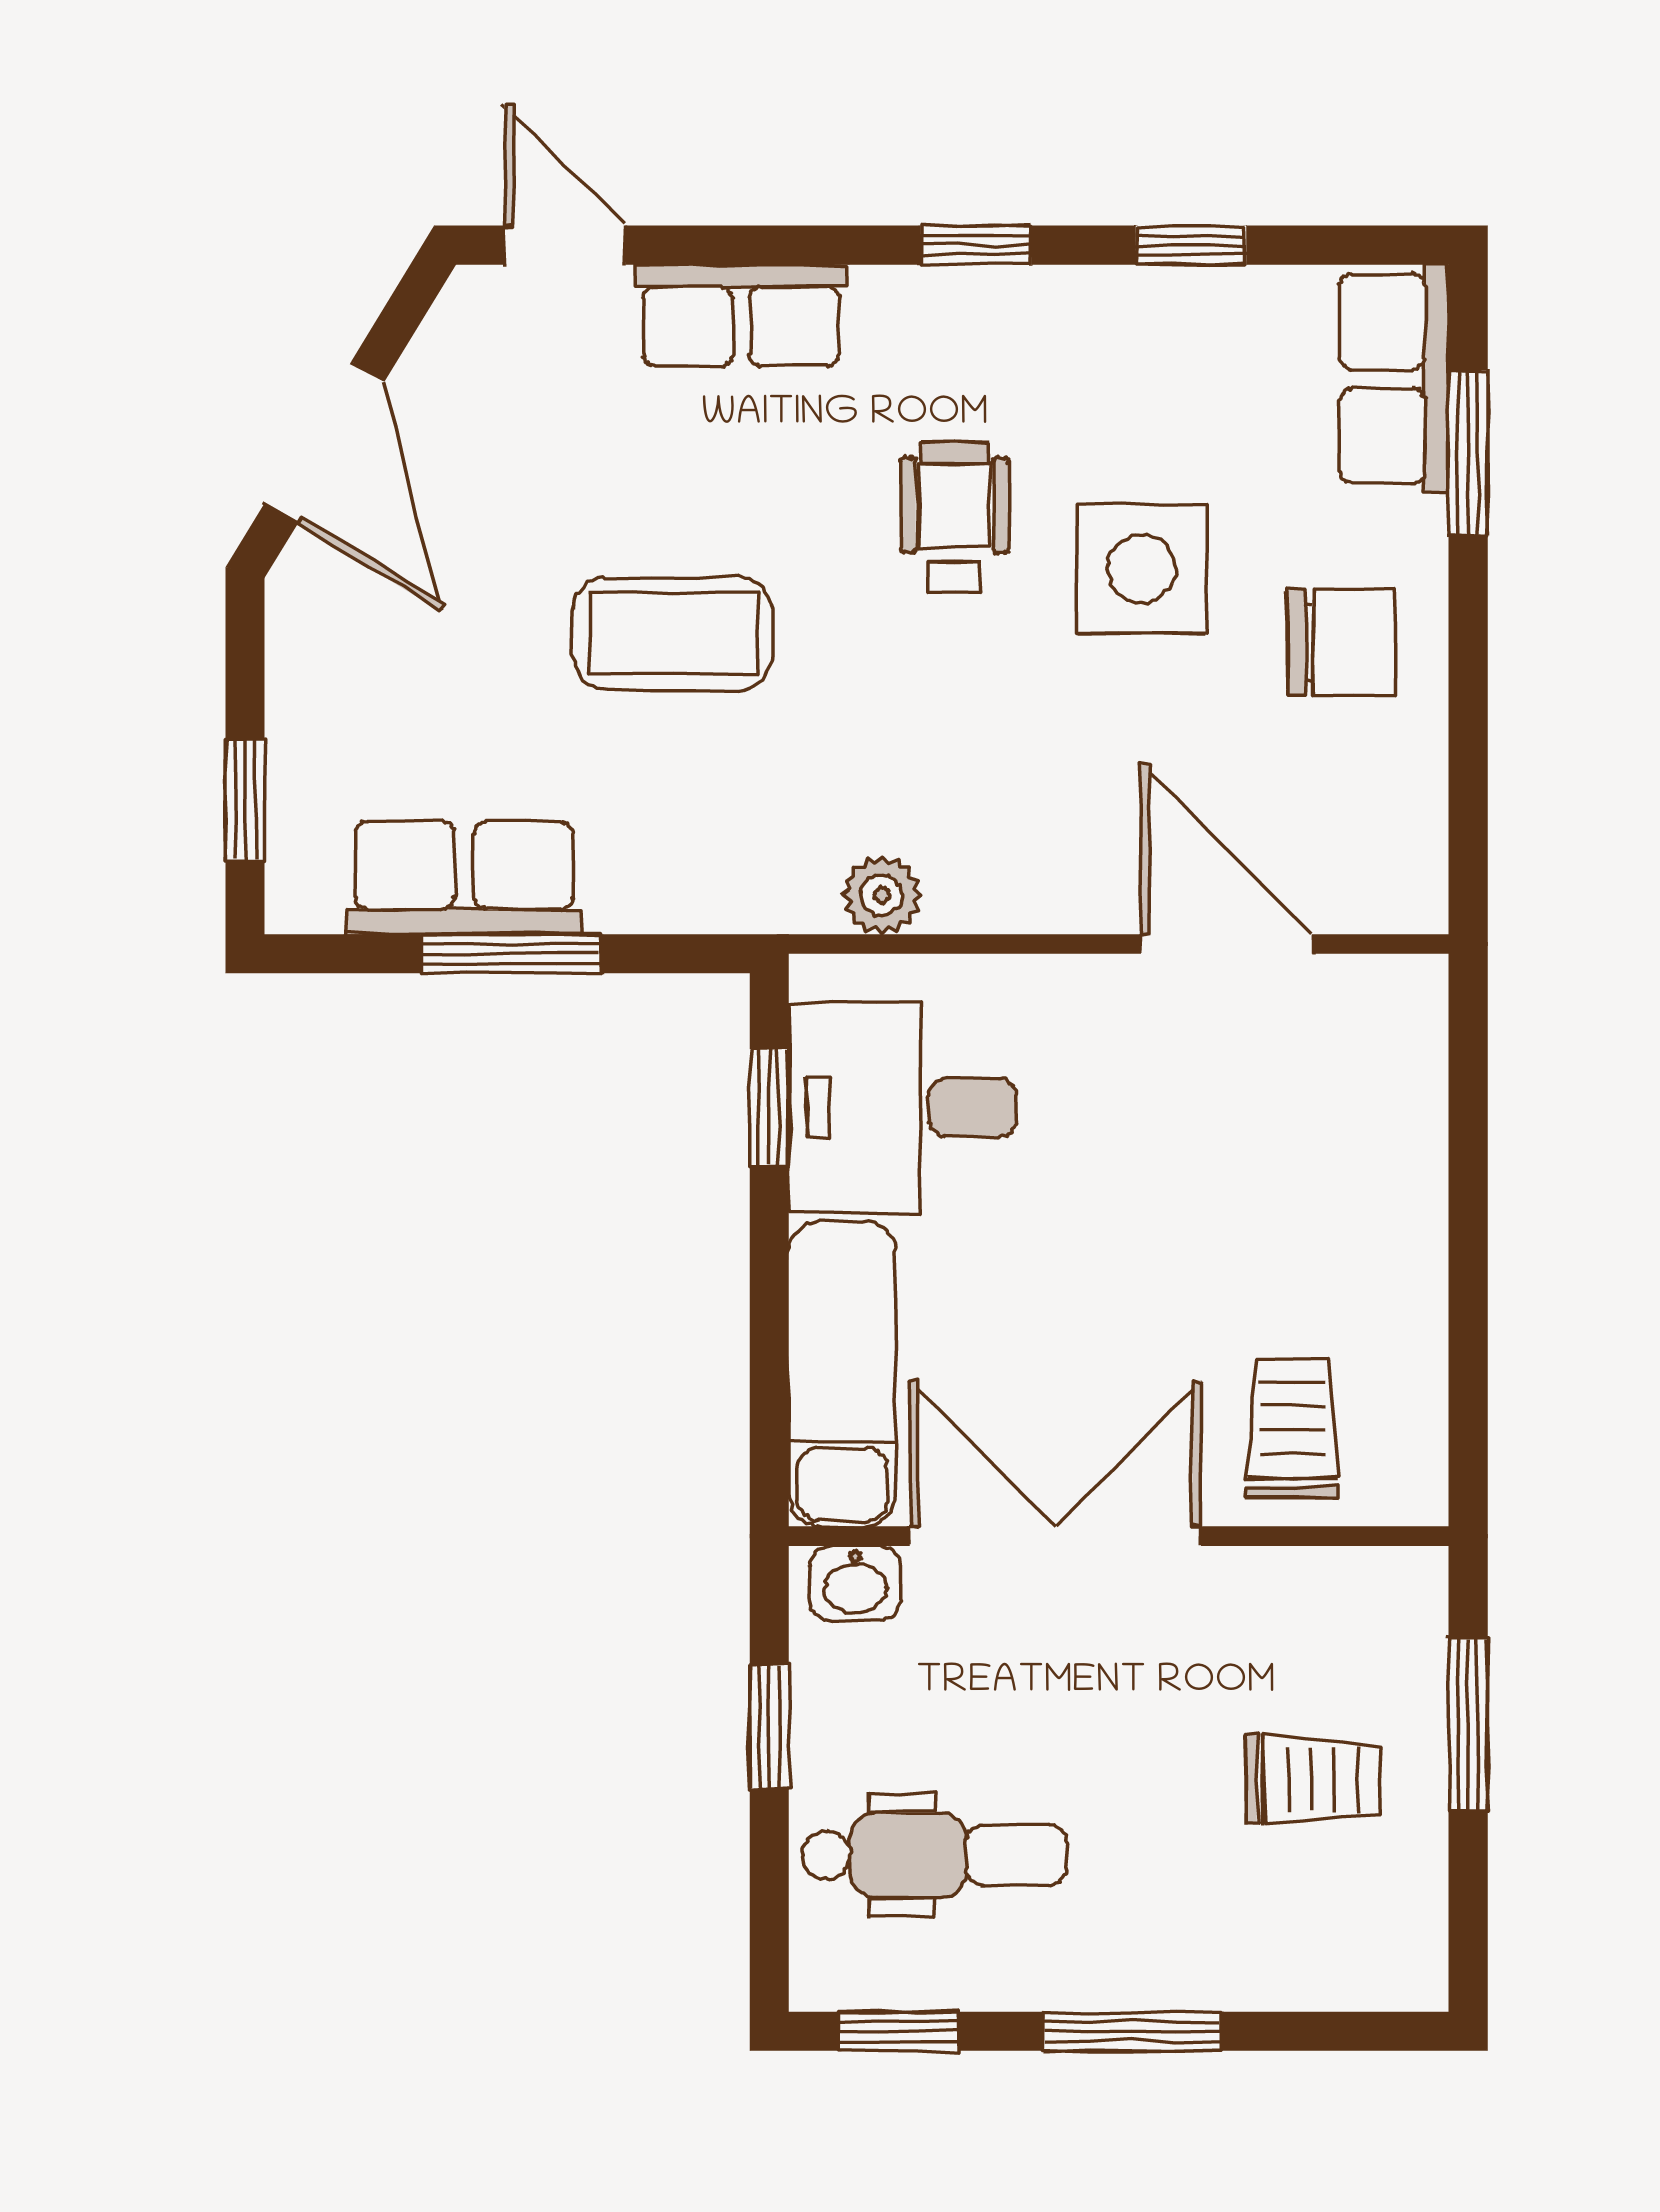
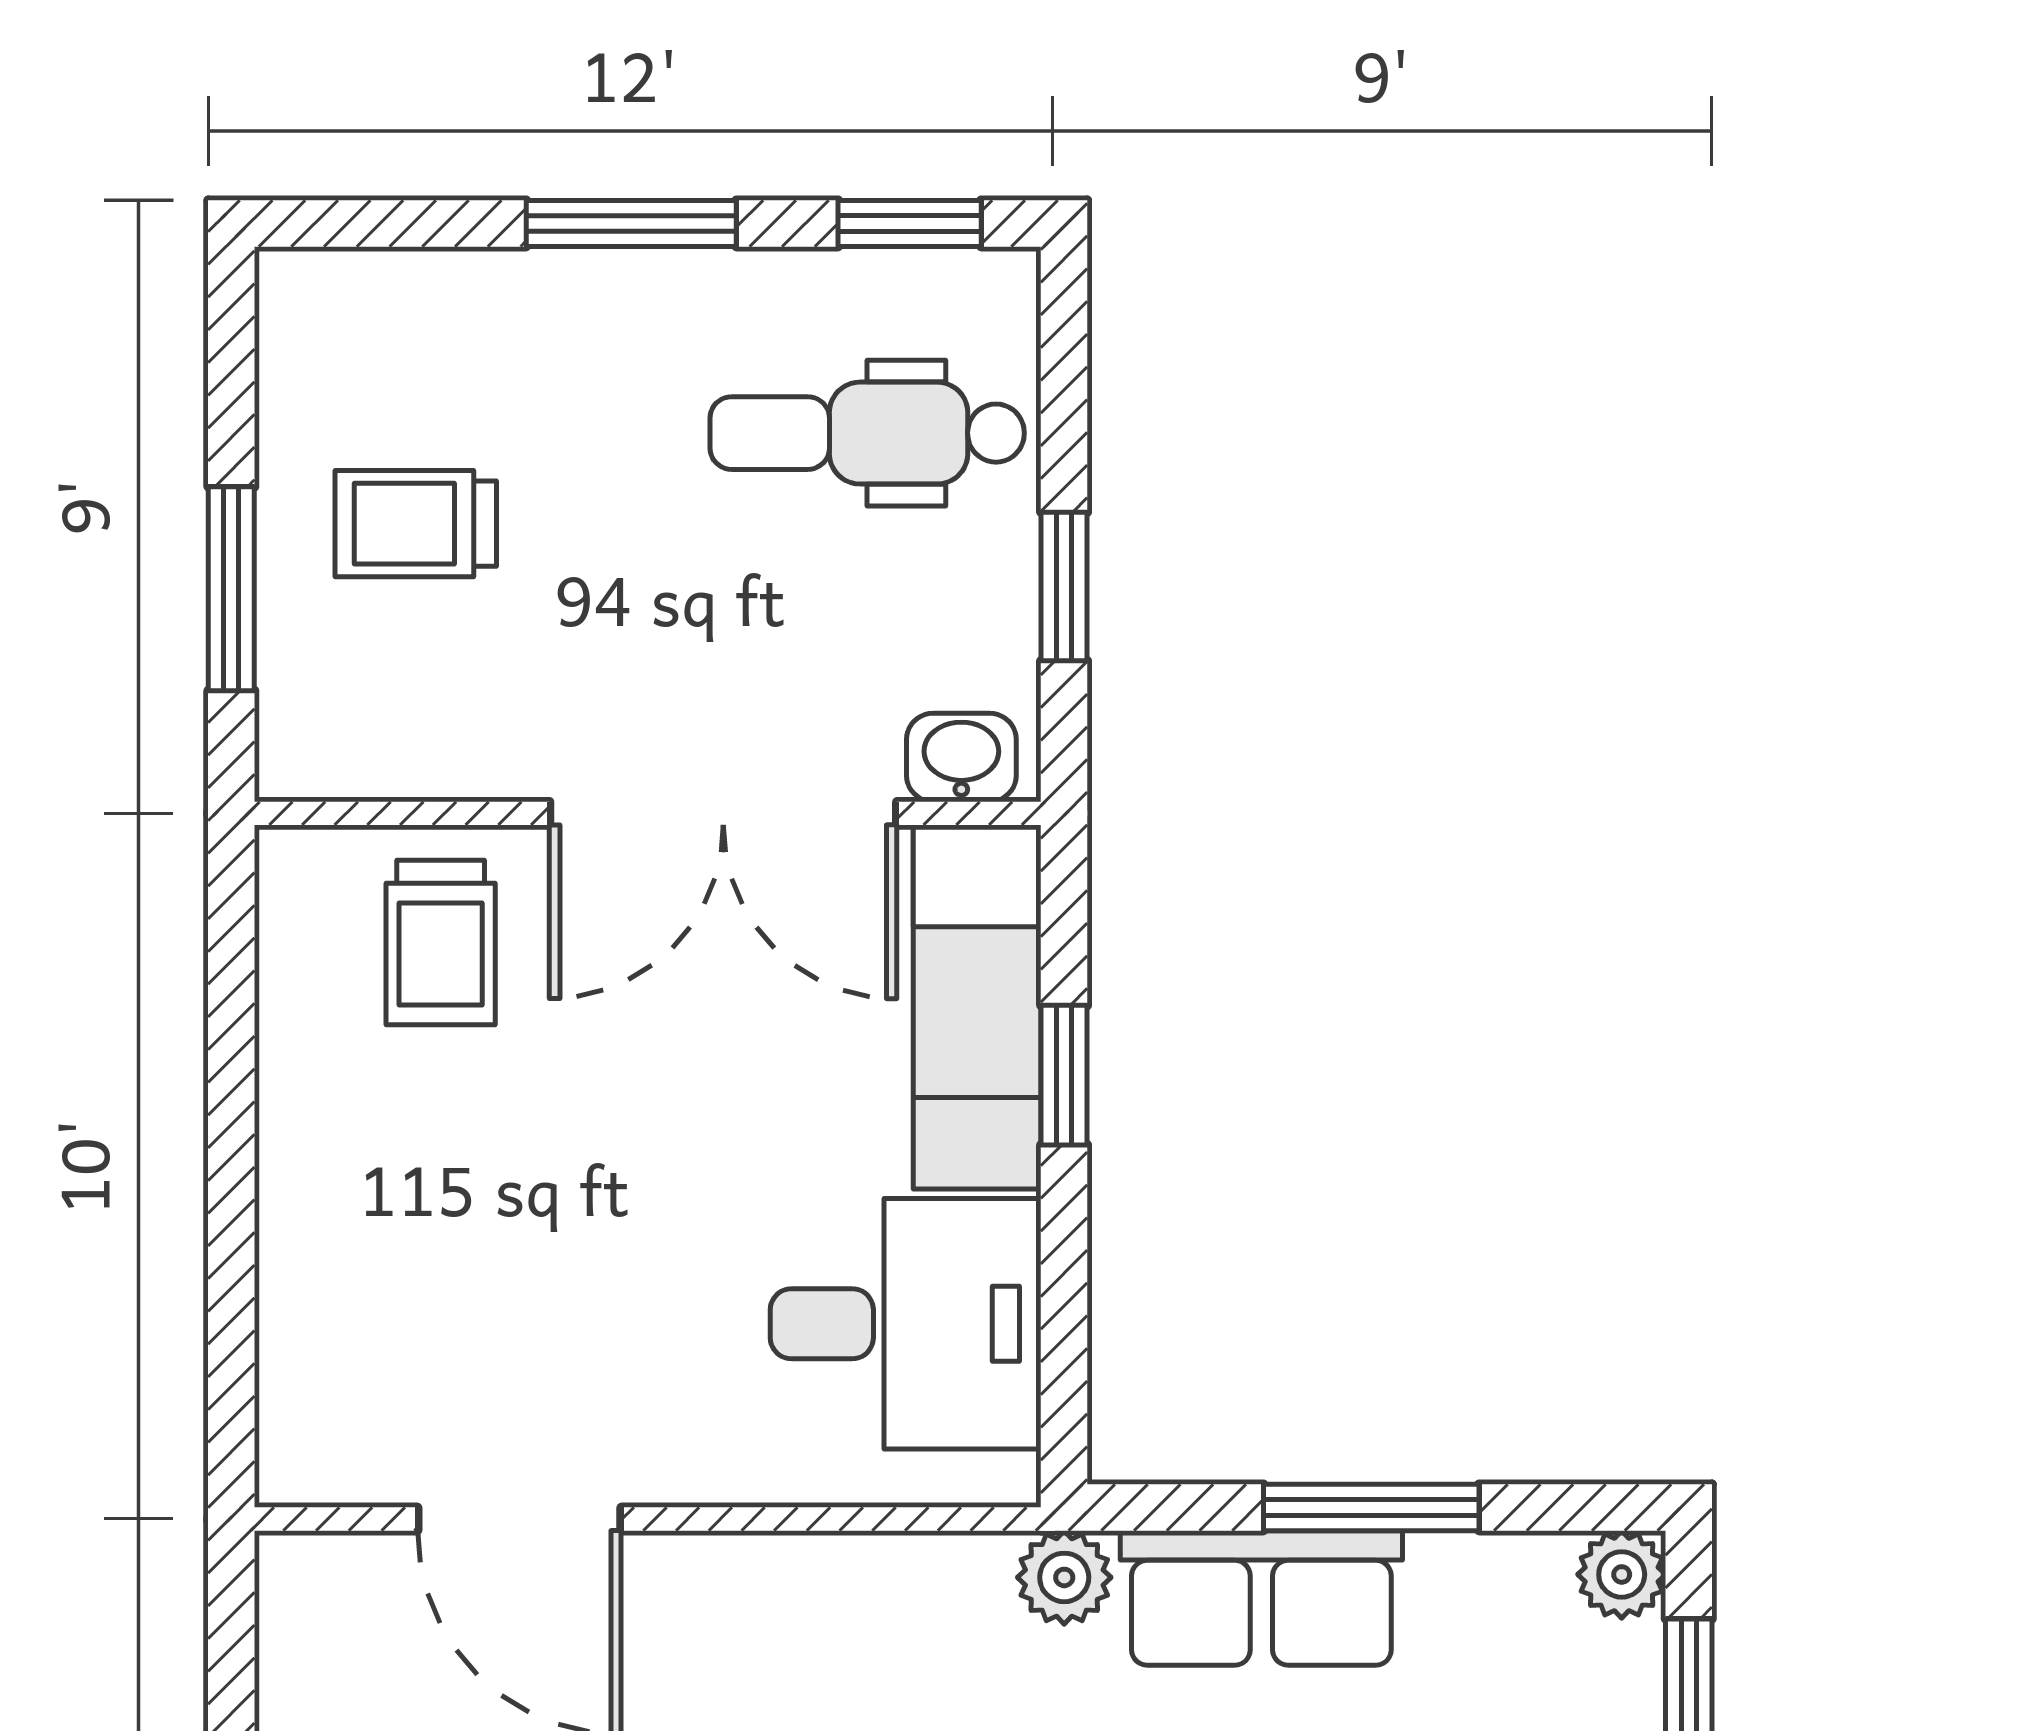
row of seats: (464, 878) -> (1261, 1598), moved
plant: (882, 895) -> (1064, 1577), moved
plant: (301, 897) -> (1622, 1574), added
window: (769, 1107) -> (1064, 1075), moved

